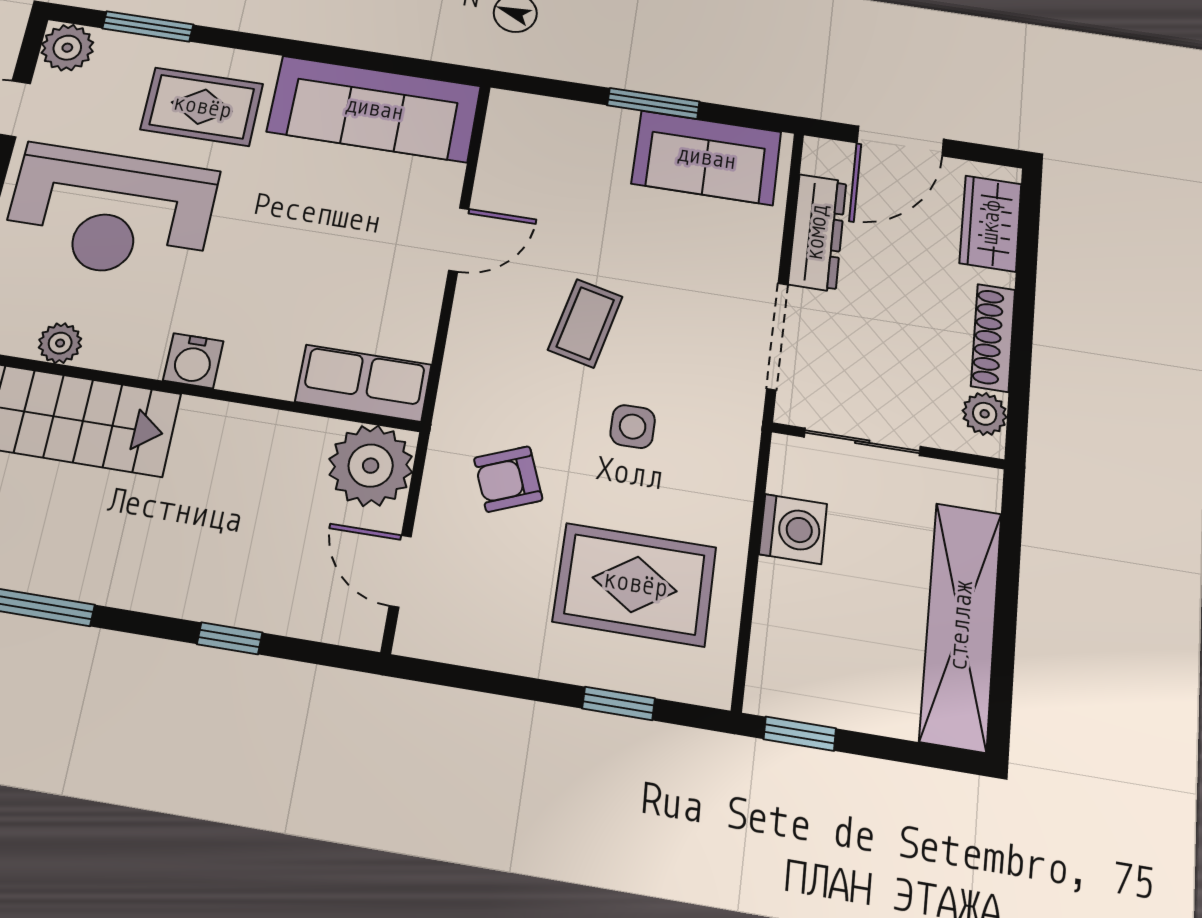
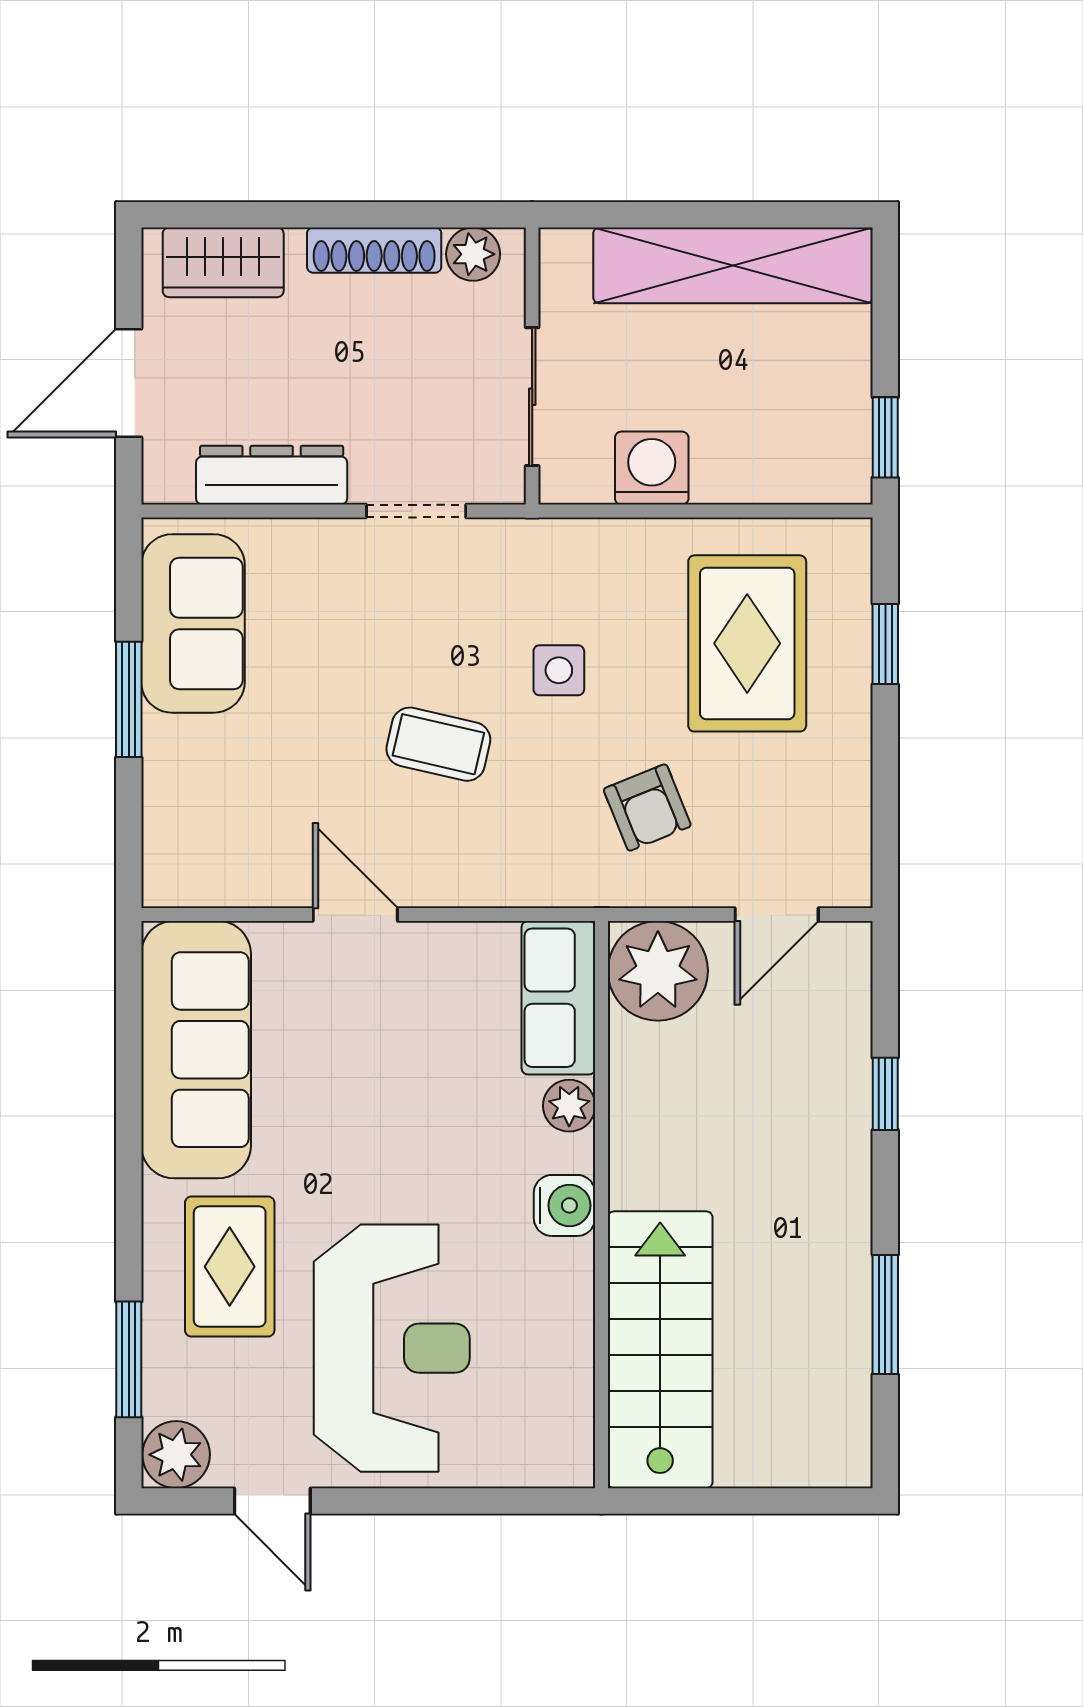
door: (900, 141) -> (129, 383), swing flipped
doorway: (777, 336) -> (416, 511), width x0.73
plant: (60, 343) -> (569, 1106), moved

